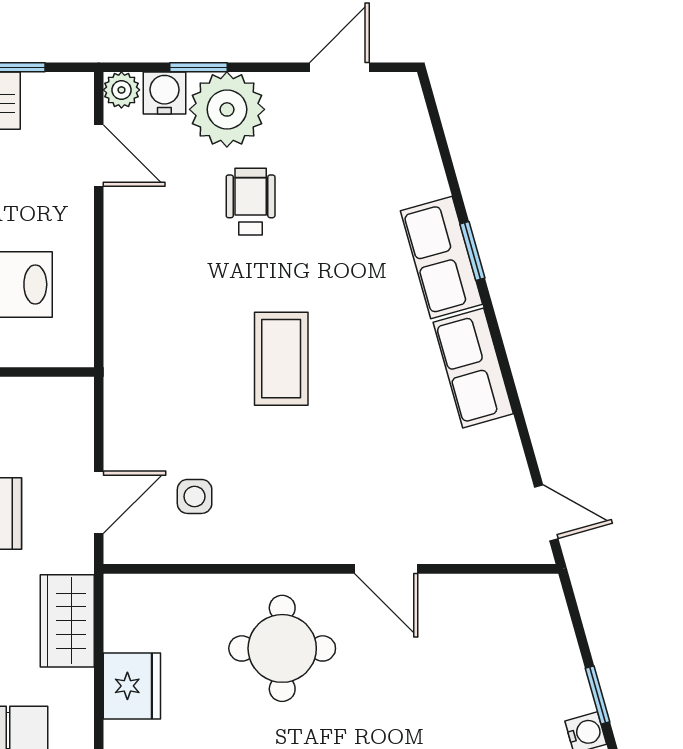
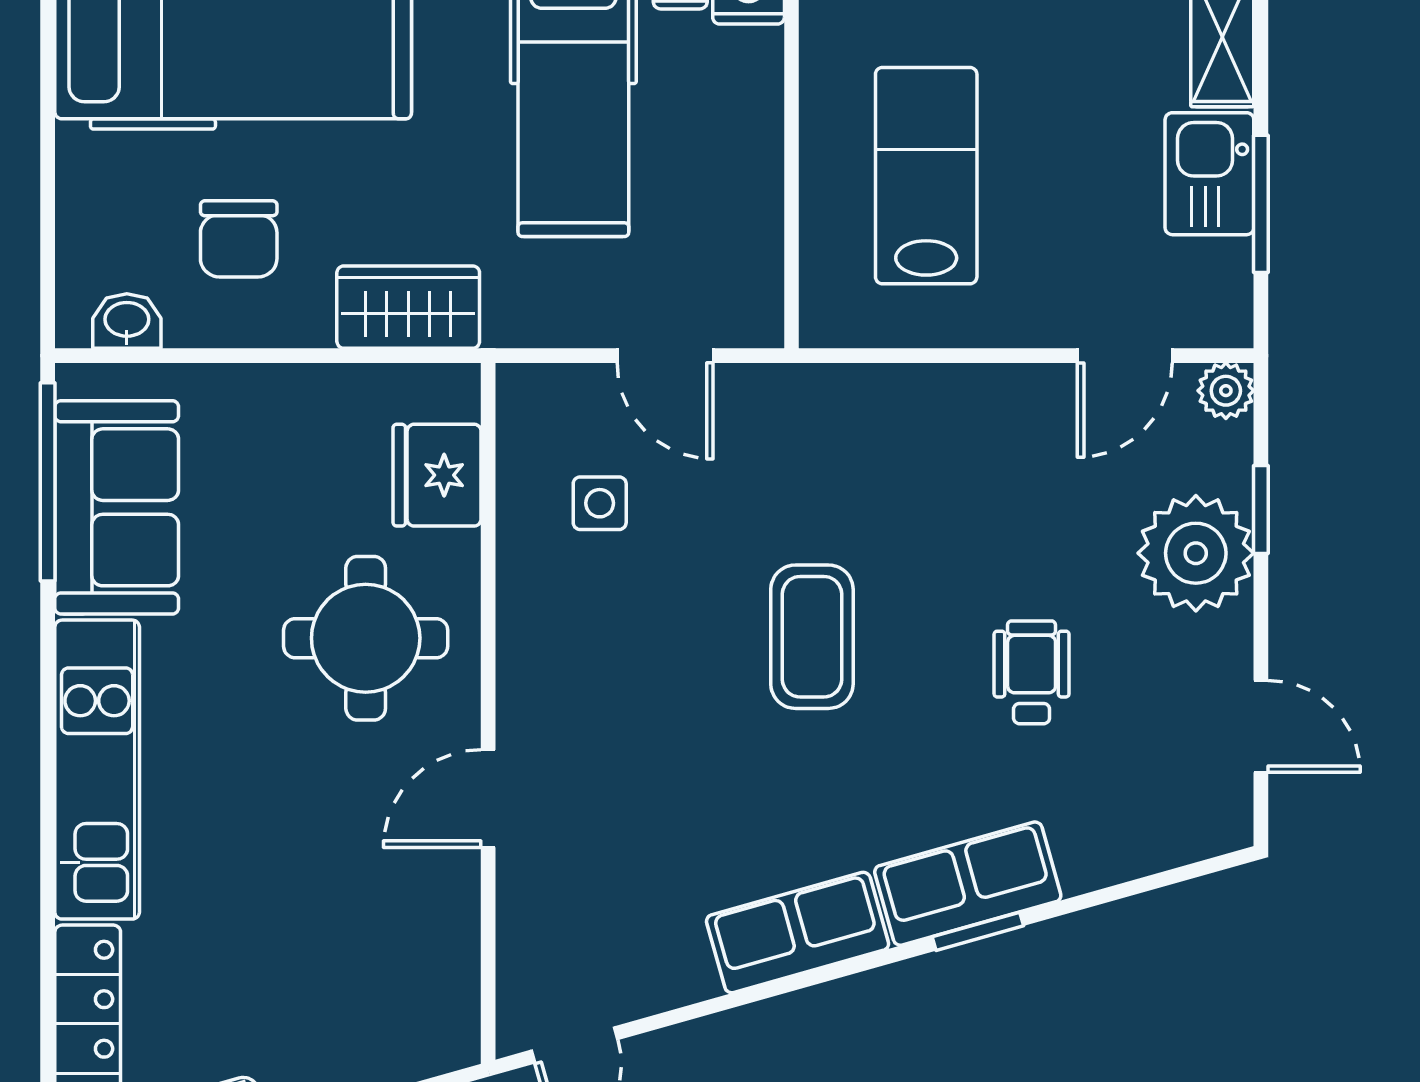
water cooler: (164, 93) -> (1221, 457), removed
wheelchair: (251, 202) -> (1032, 672), moved, turned -90
coffee table: (281, 359) -> (812, 637), turned 90
door: (99, 502) -> (665, 356), moved
fridge: (132, 686) -> (437, 475), moved, turned 90

